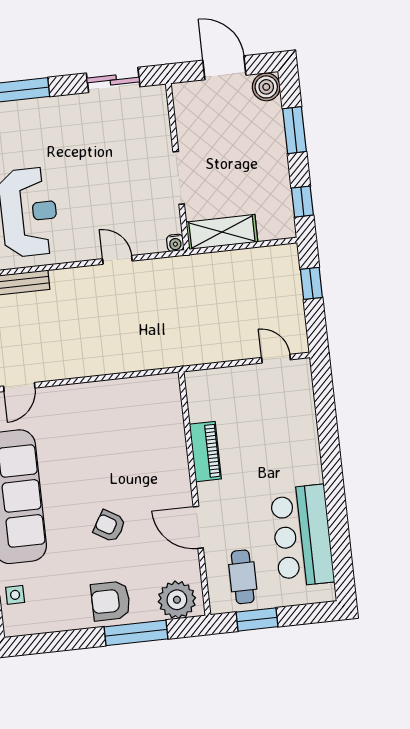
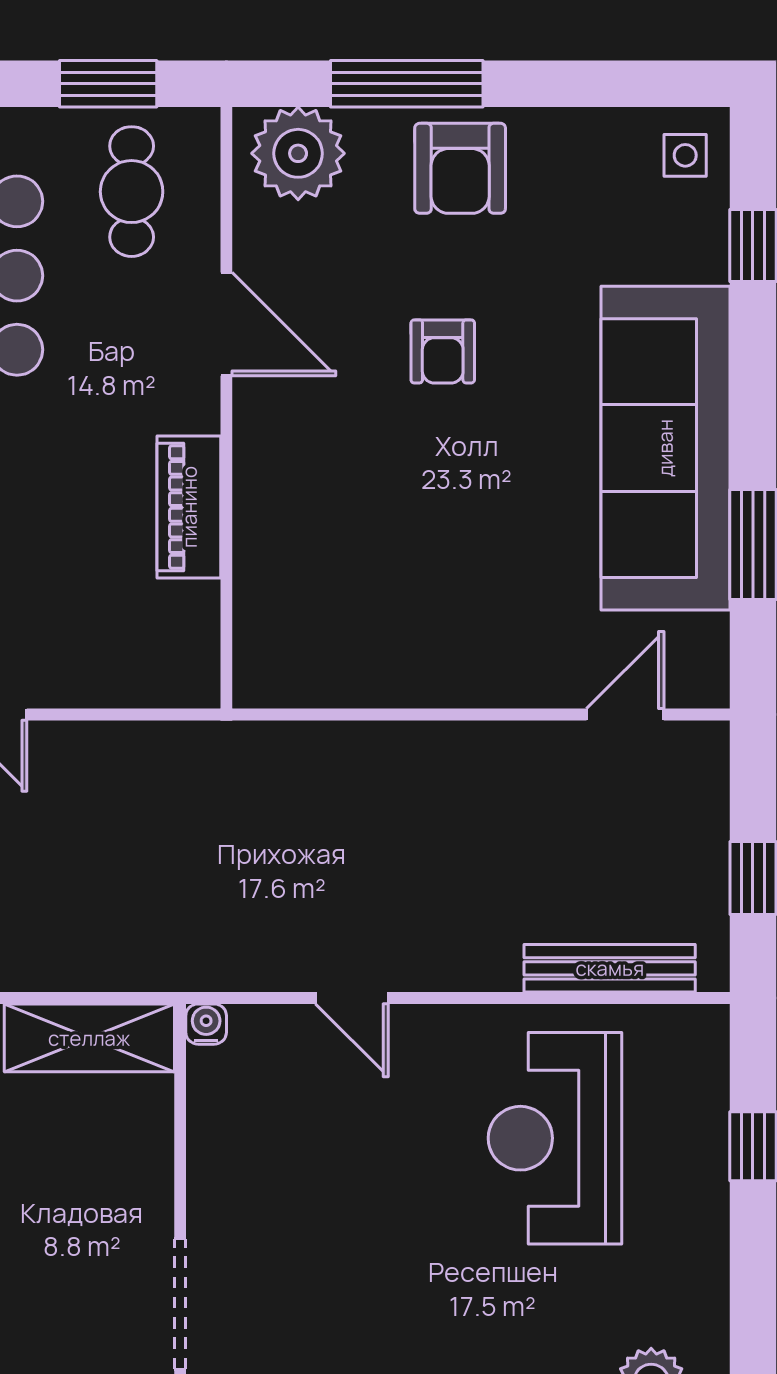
doorway: (179, 178) -> (180, 1304), moved
armchair: (109, 526) -> (443, 351), turned 59
side table: (15, 595) -> (685, 155), moved
armchair: (111, 601) -> (460, 168), turned 90

